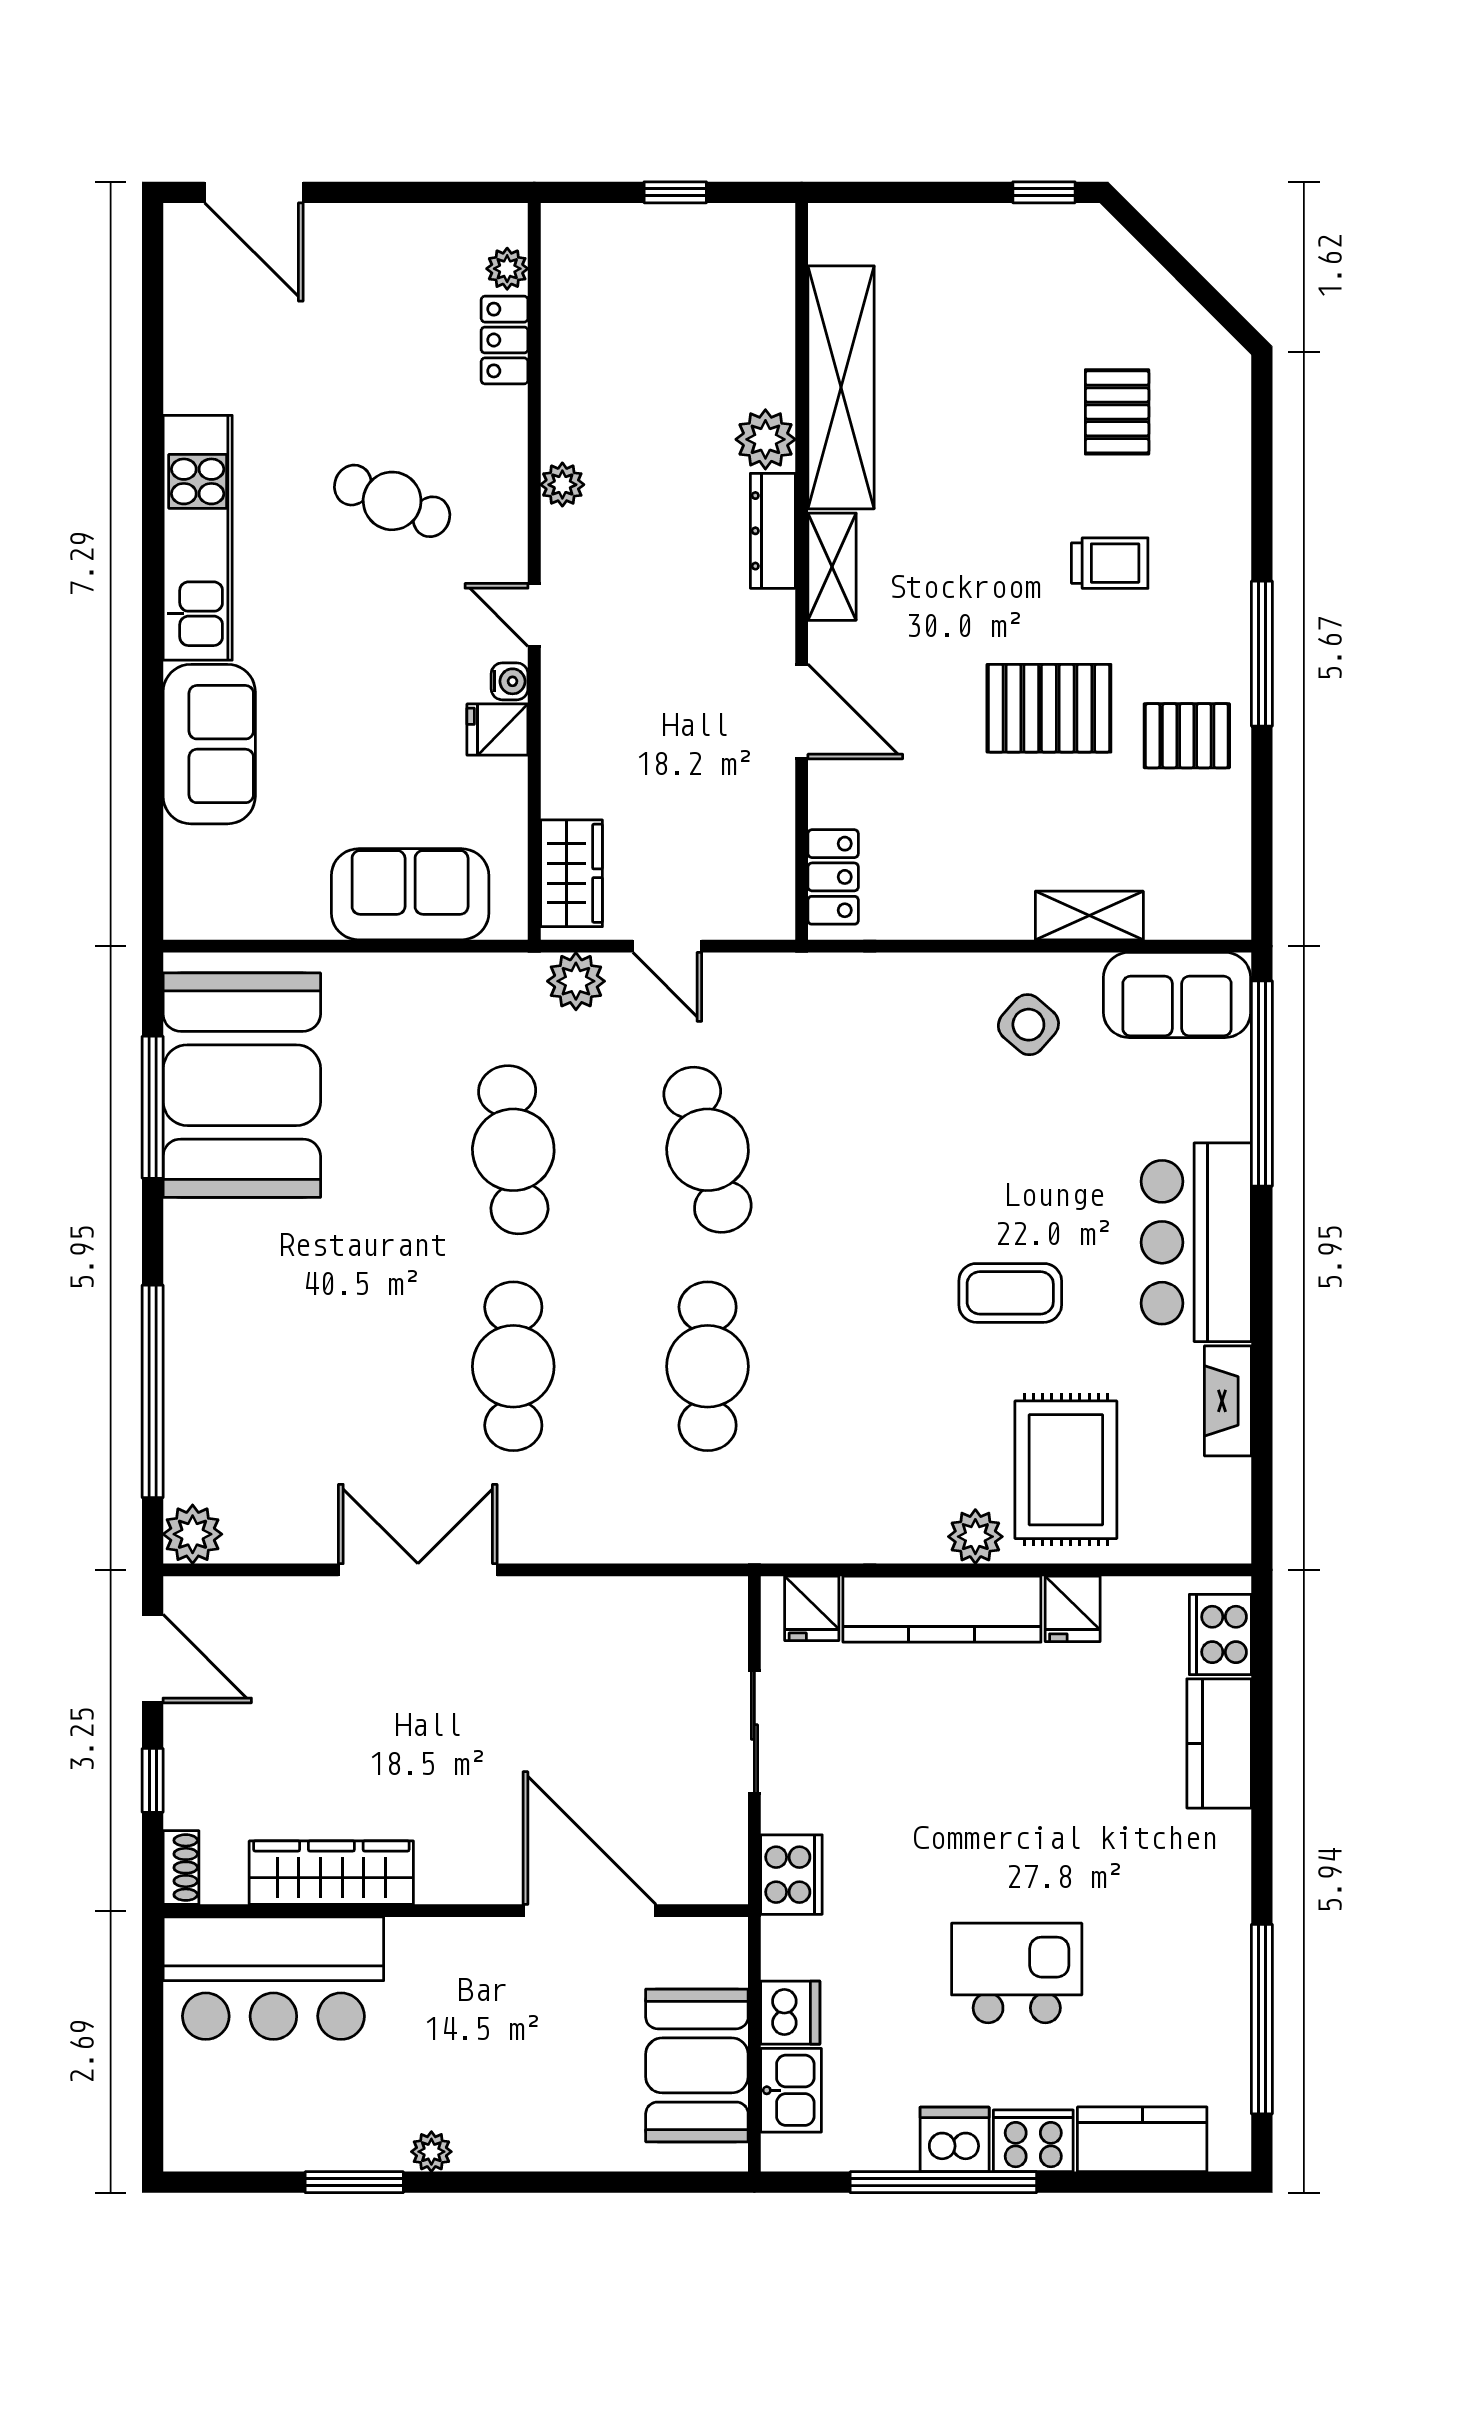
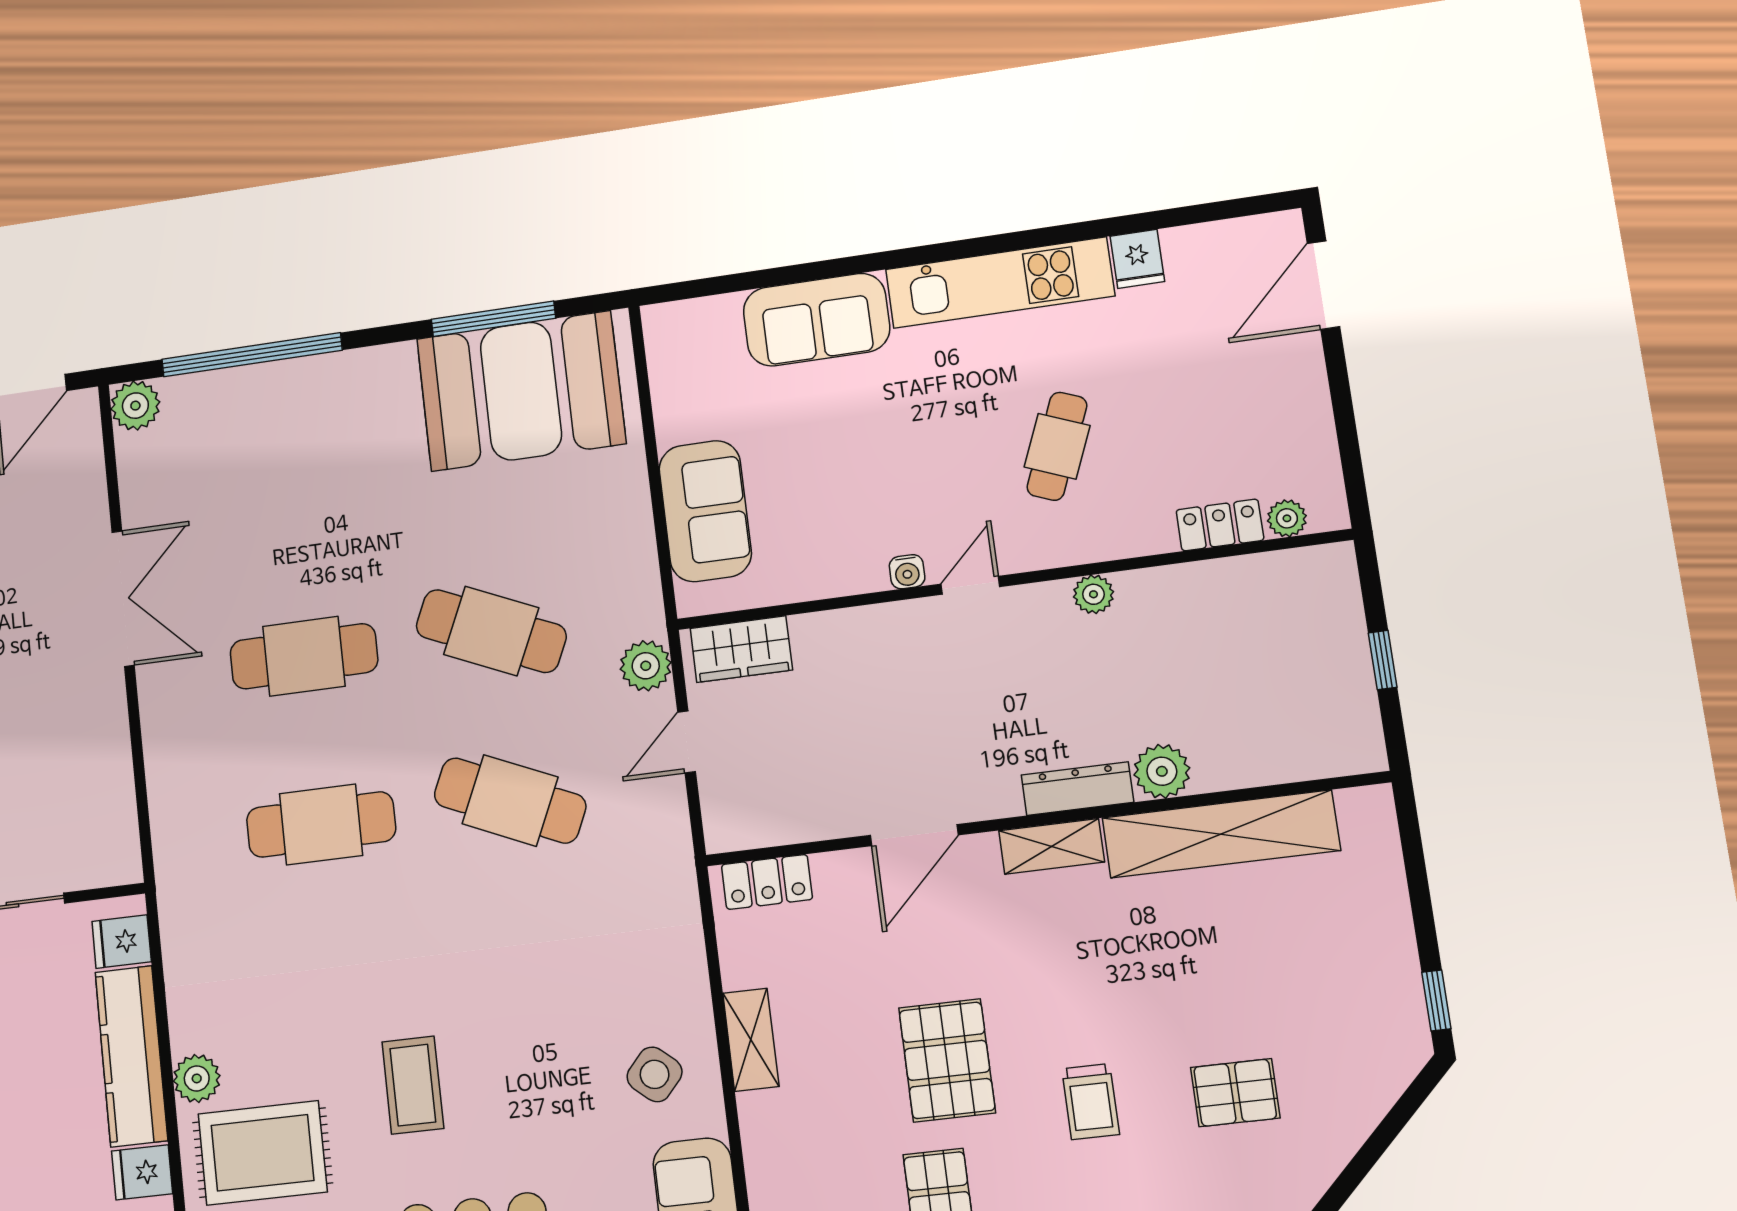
fridge: (497, 730) -> (1137, 259), moved, turned 180
shelving: (1089, 916) -> (751, 1040), moved
cafe table: (513, 1150) -> (491, 631), turned 30
cafe table: (708, 1150) -> (510, 801), turned 39

